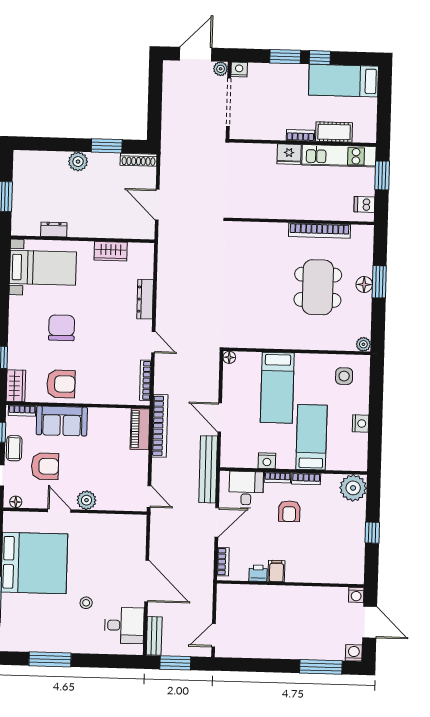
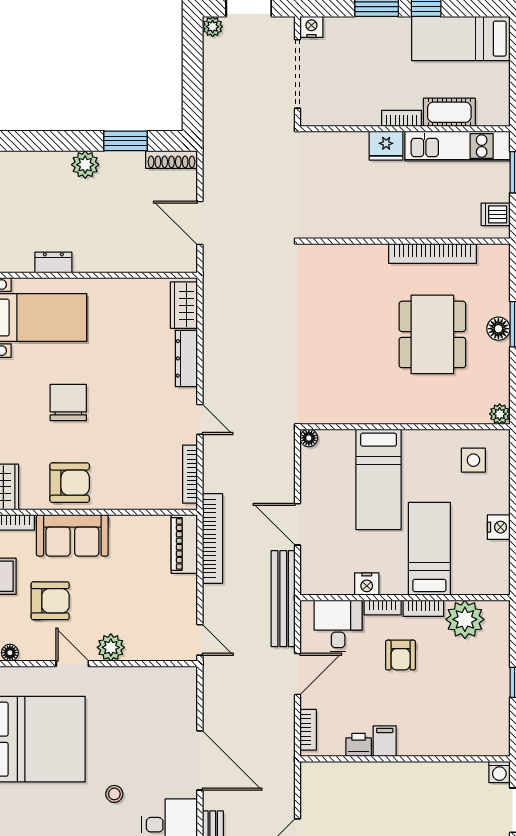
plant: (221, 69) -> (213, 27), moved
wardrobe: (111, 251) -> (184, 305), moved, turned 90
plant: (353, 488) -> (465, 619), moved

